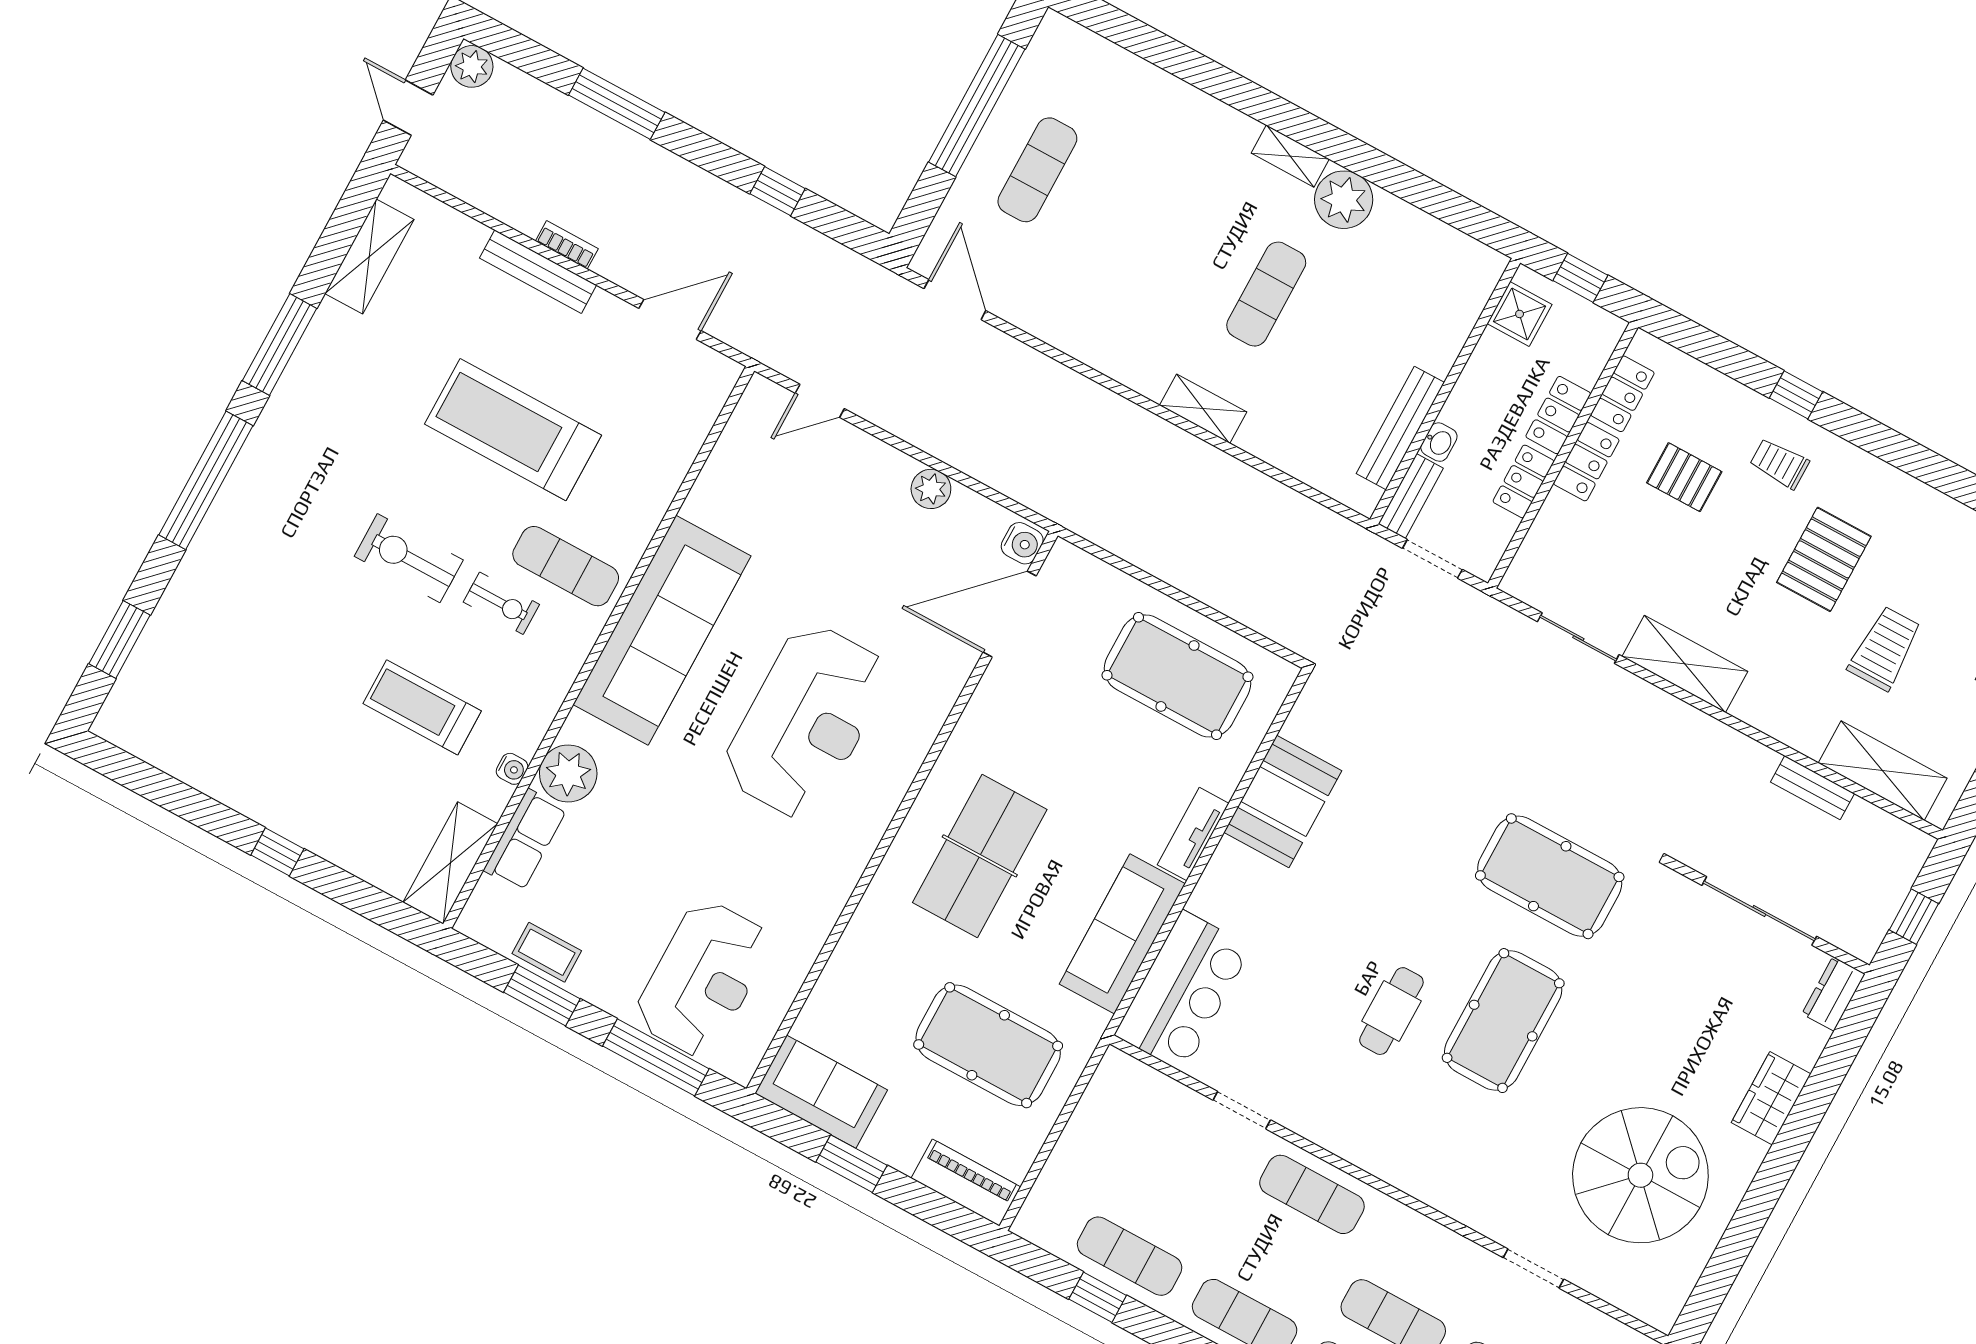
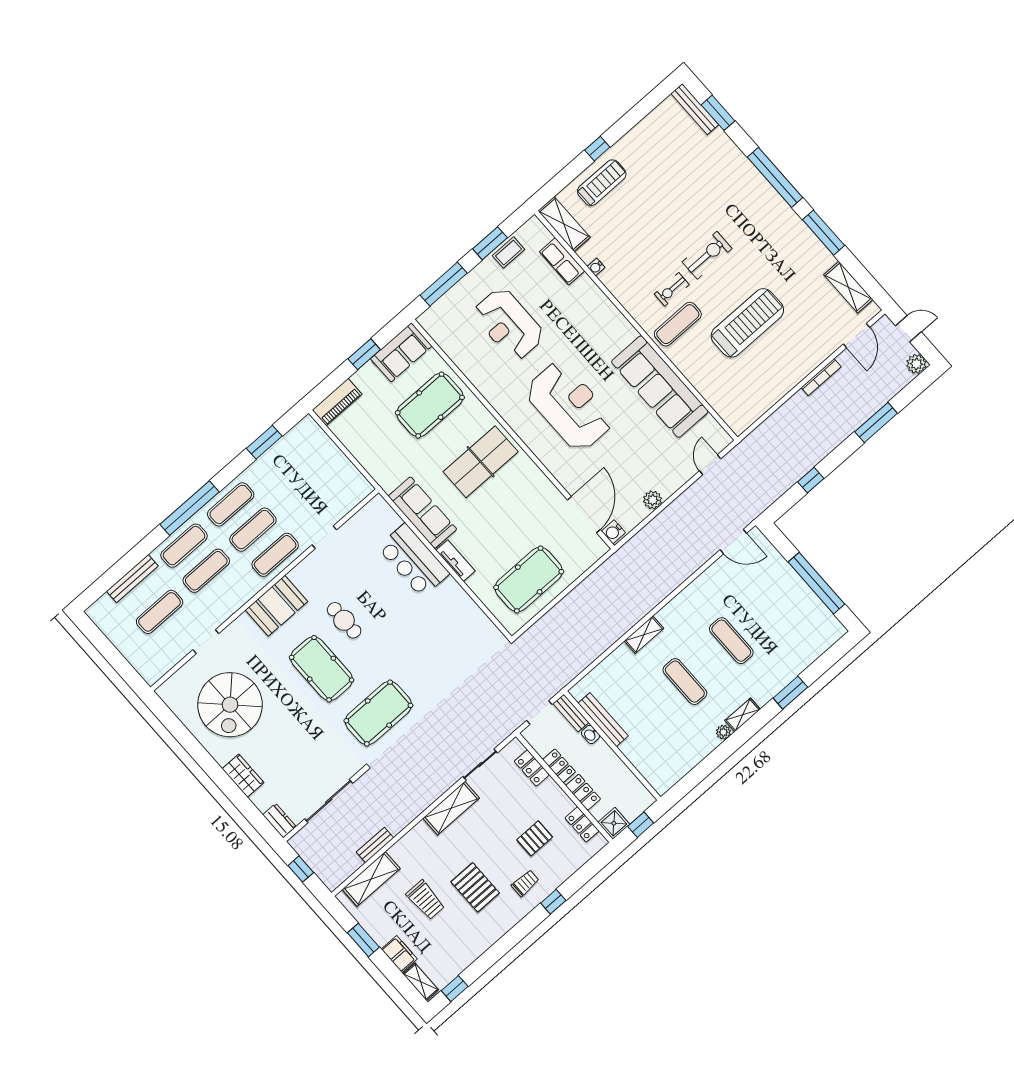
window: (1212, 78) -> (790, 693), added
exercise mat: (1037, 170) -> (731, 641), moved
plant: (1344, 200) -> (723, 732), width x0.53, depth x0.53
bookcase: (567, 245) -> (821, 377), width x1.56
bench: (538, 272) -> (695, 109), moved, turned 90
shower: (1520, 314) -> (614, 823), moved
door: (670, 319) -> (856, 336), moved
locker: (1586, 462) -> (532, 768), moved
sofa: (662, 630) -> (660, 387), moved
treadmill: (422, 707) -> (602, 183), moved
reception desk: (806, 721) -> (569, 406), turned 180
plant: (568, 773) -> (585, 291), removed
booth: (1283, 802) -> (277, 606), moved, turned 90
table tennis table: (980, 856) -> (481, 462), turned 90
reception desk: (703, 979) -> (509, 324), moved
bar counter: (1183, 991) -> (413, 560), moved
pool table: (988, 1045) -> (430, 405), moved
exercise mat: (1130, 1256) -> (253, 530), moved
window: (1098, 1297) -> (264, 442), width x1.50

